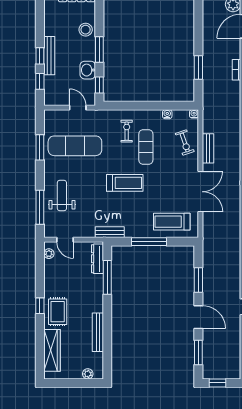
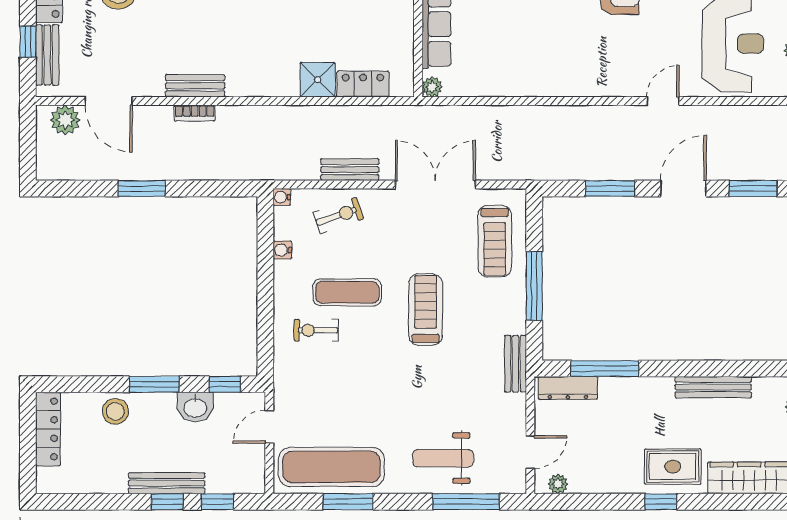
window: (198, 67) -> (142, 188), moved
exercise mat: (75, 146) -> (331, 467), moved, turned 90
treadmill: (125, 183) -> (426, 310), moved

